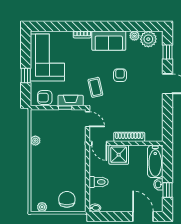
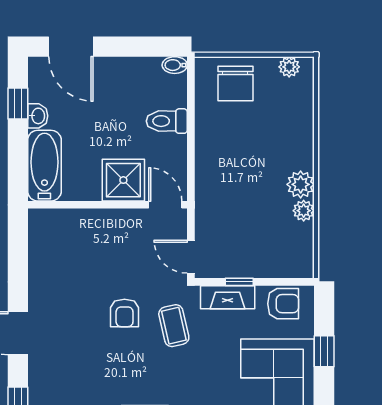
armchair: (120, 75) -> (125, 313), moved
shoe rack: (129, 137) -> (101, 219), removed
plant: (37, 153) -> (301, 184), added

